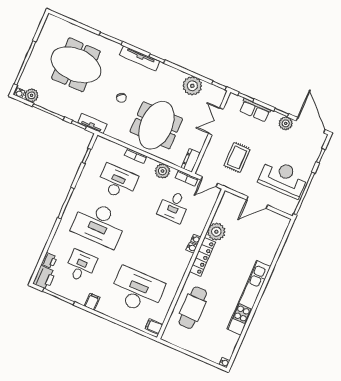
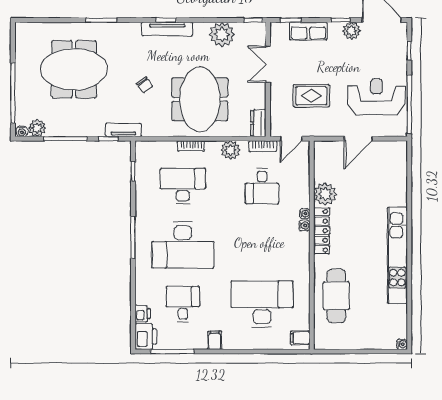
tv unit: (140, 58) -> (167, 29), moved
rug: (237, 157) -> (311, 96), turned 90

